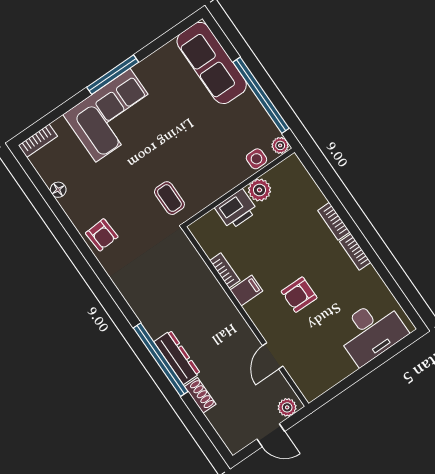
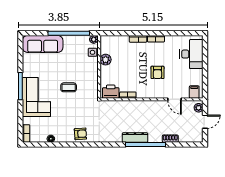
coffee table: (169, 198) -> (69, 87), moved
printer: (236, 209) -> (111, 92), moved, turned -90
filing cabinet: (246, 291) -> (194, 92), moved
dresser: (177, 357) -> (135, 138), moved

